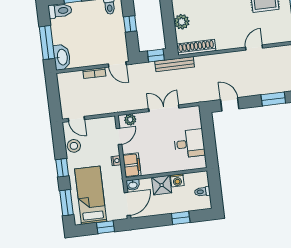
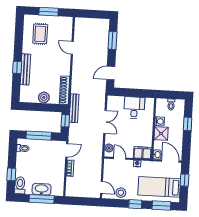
window: (130, 24) -> (39, 136), width x2.17
washbasin: (62, 57) -> (42, 189), moved
double door: (164, 108) -> (105, 122), swing flipped
door: (76, 119) -> (101, 187), hinge flipped

